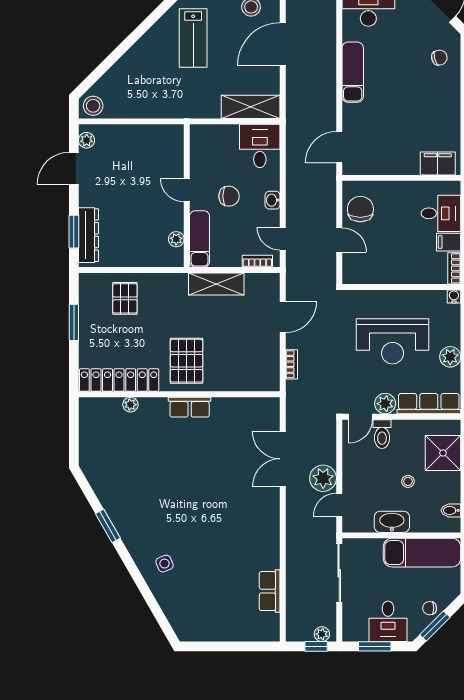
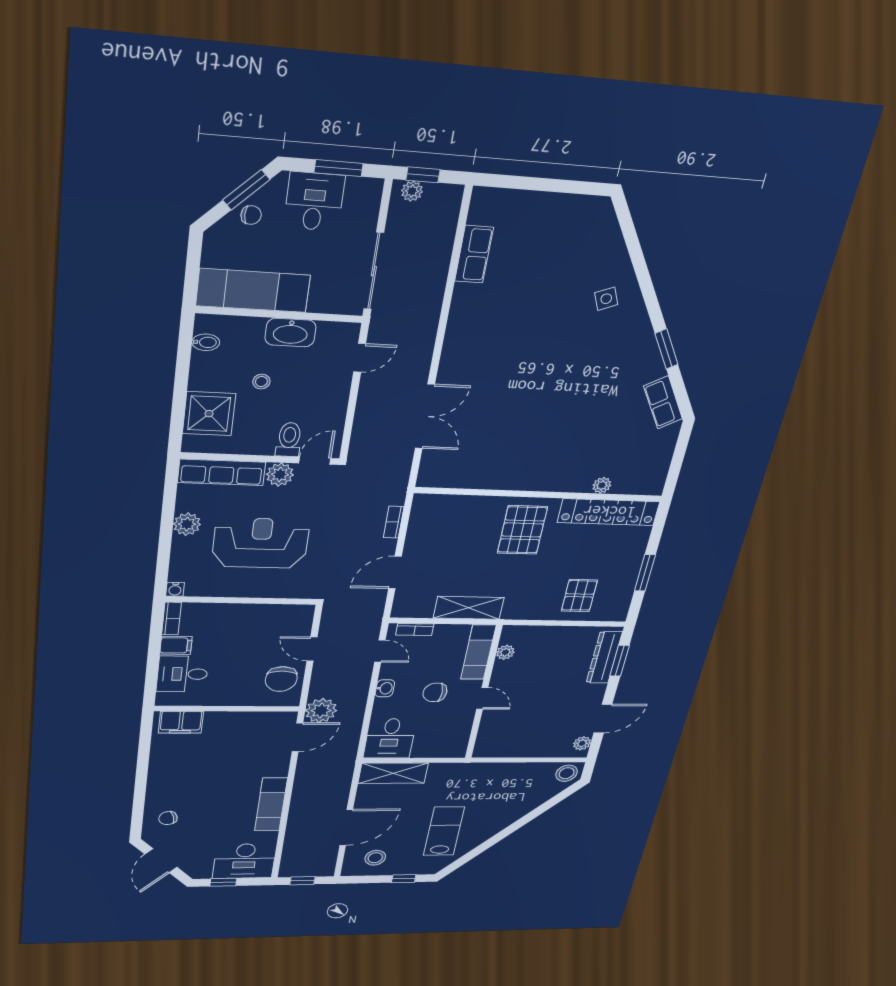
row of seats: (190, 407) -> (663, 402), moved, turned -120
plant: (323, 478) -> (321, 711), moved

